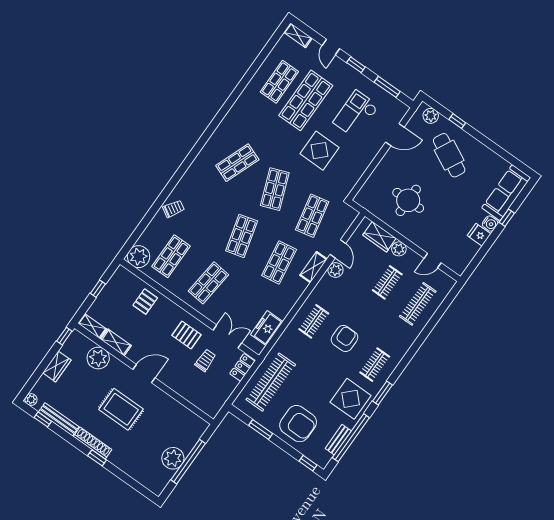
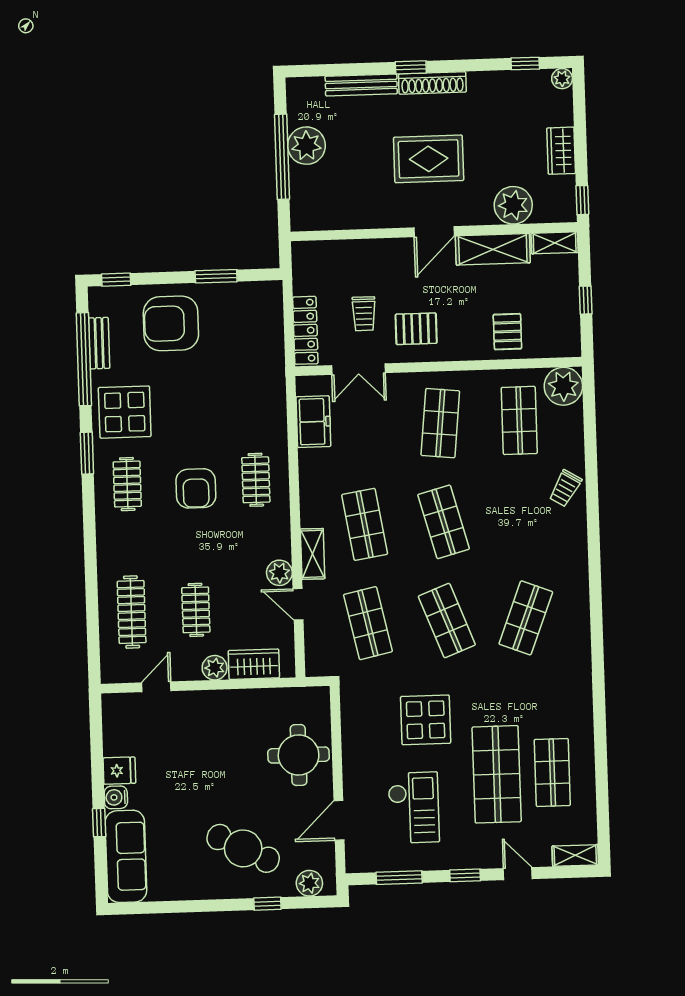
round table: (408, 200) -> (299, 755), moved
shelving: (116, 342) -> (493, 249), width x1.50, depth x1.33
locker: (242, 367) -> (305, 330), width x1.53
clothes rail: (271, 382) -> (252, 352), removed
bench: (59, 419) -> (361, 85), moved

